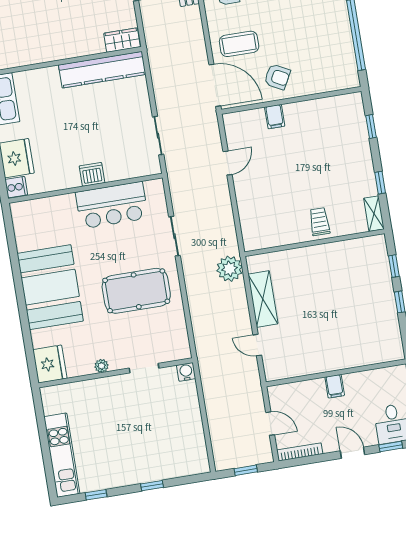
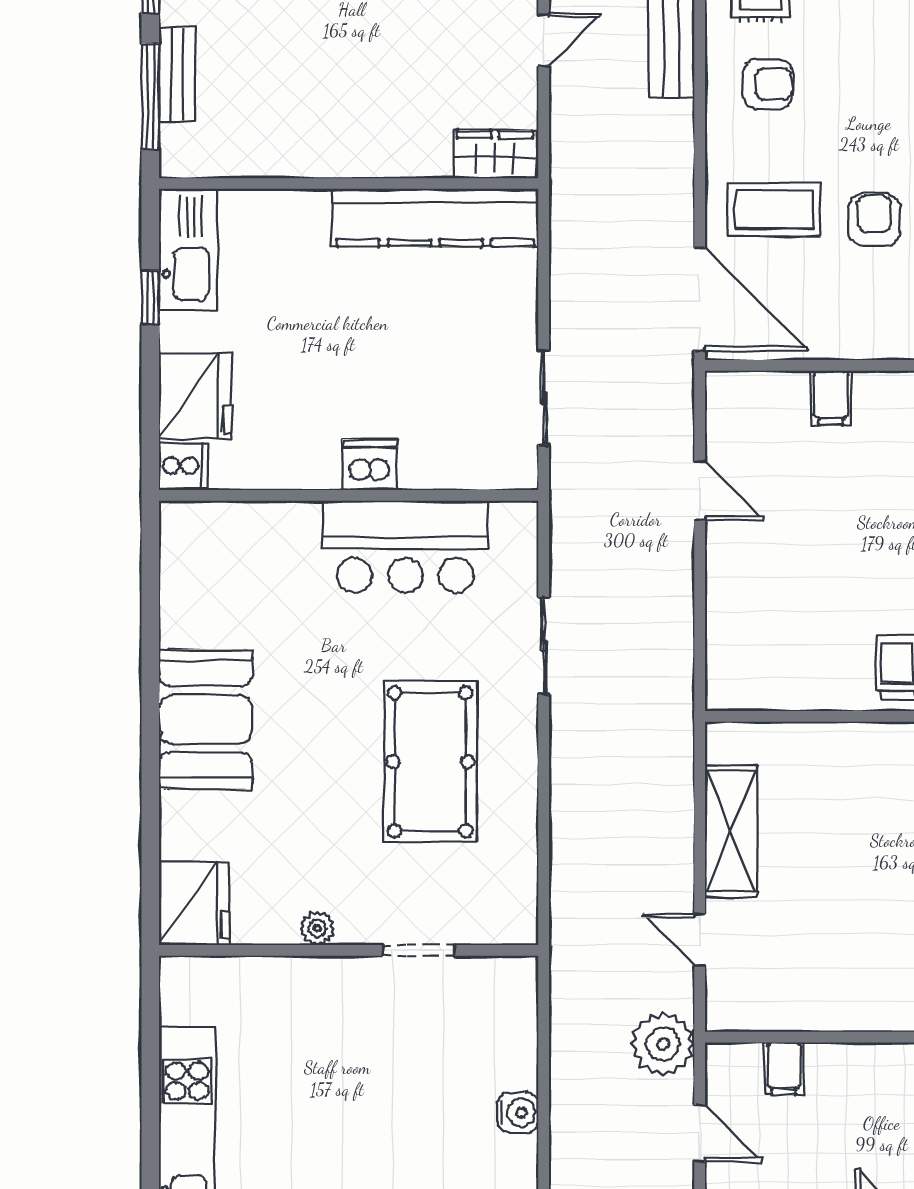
armchair: (277, 77) -> (874, 220), moved, turned -118
door: (228, 163) -> (700, 491), hinge flipped
plant: (230, 269) -> (663, 1044), moved
booth: (50, 287) -> (206, 719), width x0.73, depth x0.70
pool table: (136, 291) -> (430, 762), turned 90
water cooler: (186, 372) -> (518, 1112), moved, turned 90
filing cabinet: (335, 386) -> (784, 1069), moved

